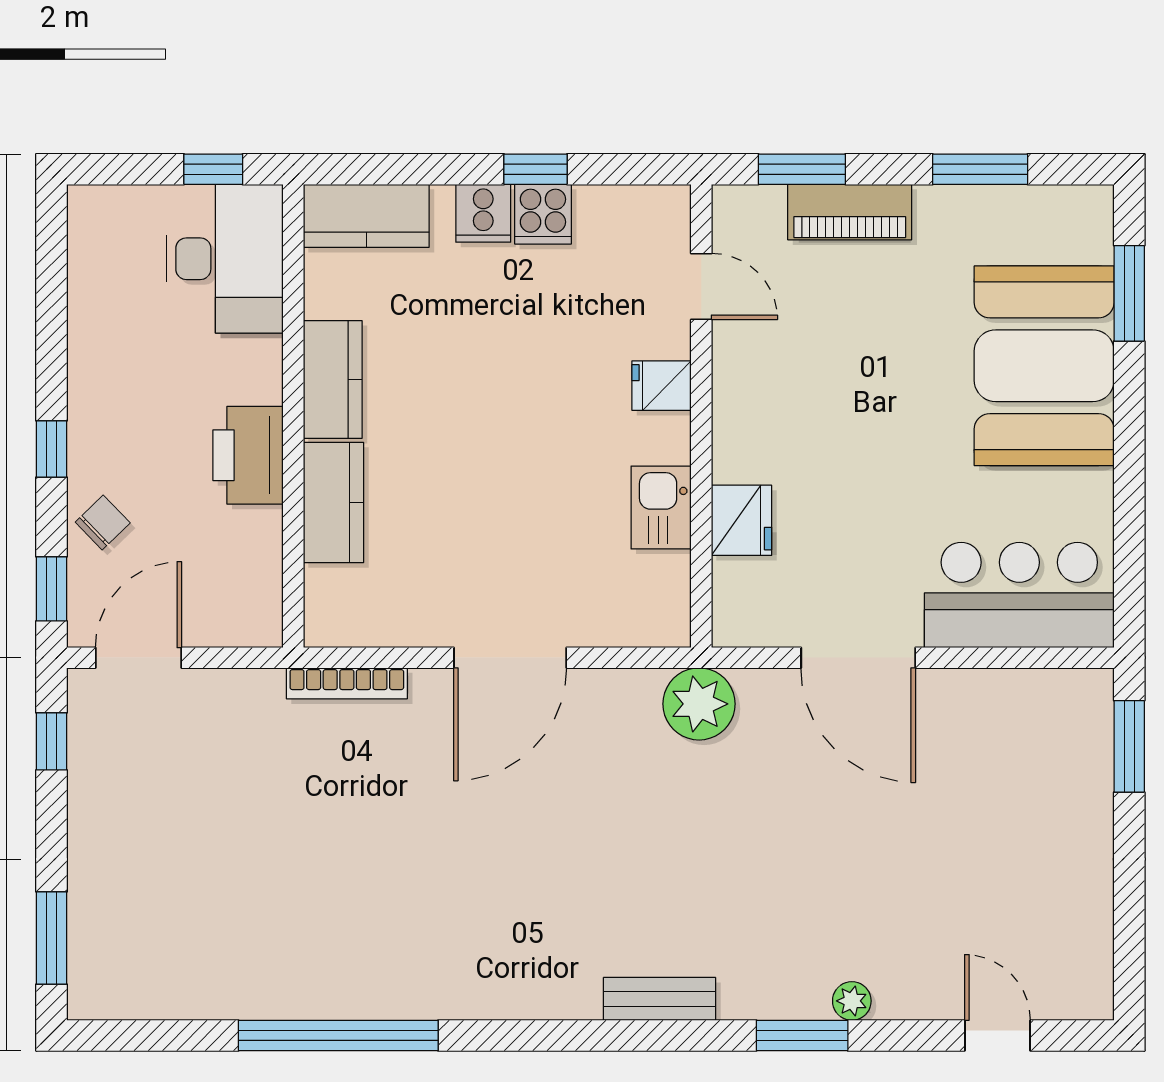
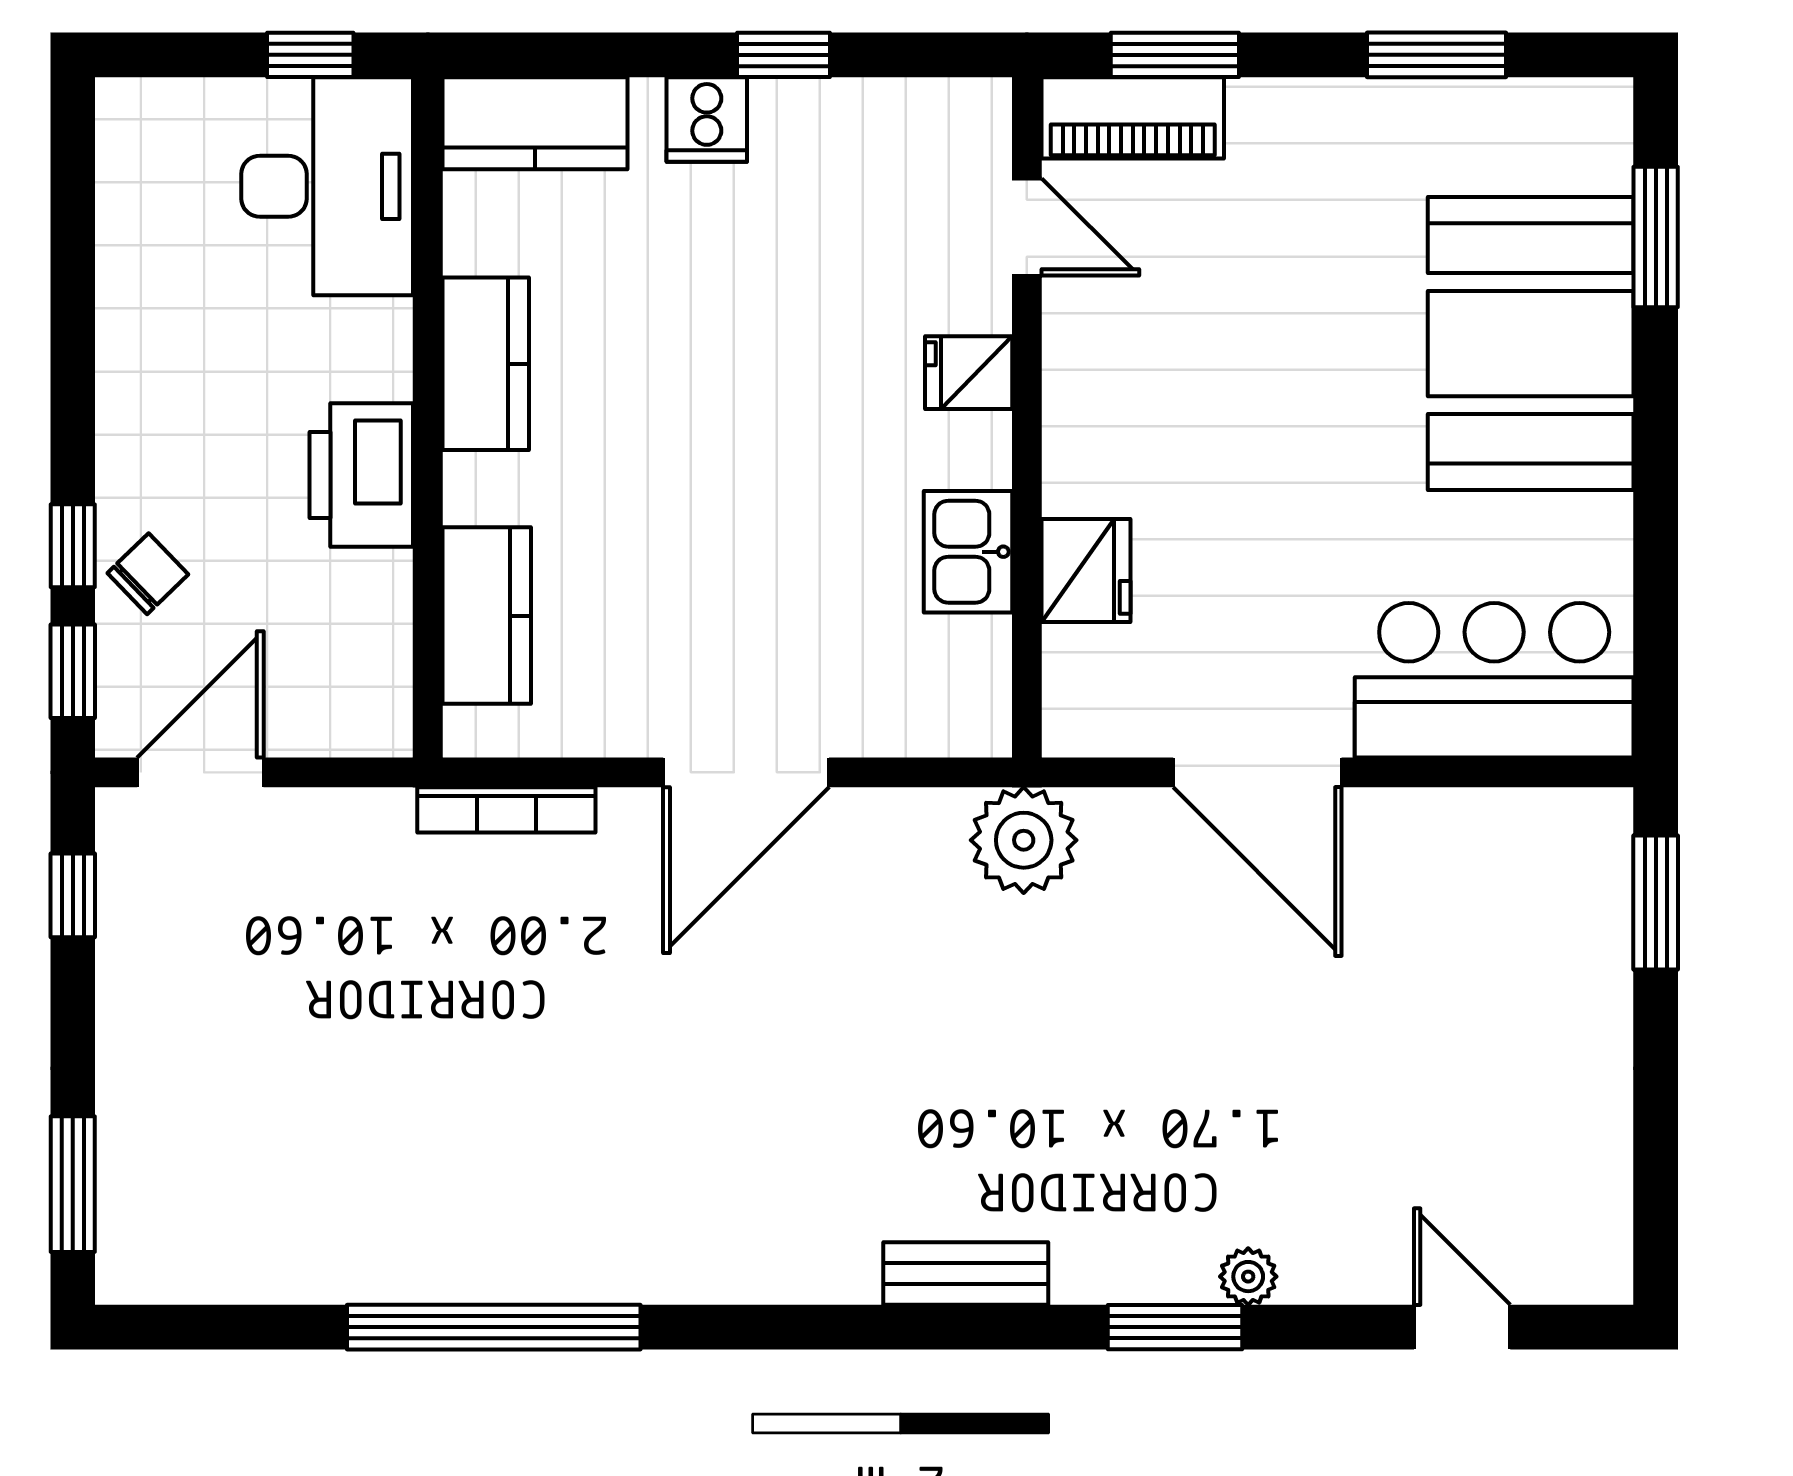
piano: (850, 212) -> (1133, 118), moved
cooker: (543, 214) -> (794, 121), removed
window: (52, 449) -> (73, 546), moved
kitchen counter: (333, 502) -> (487, 616), moved

